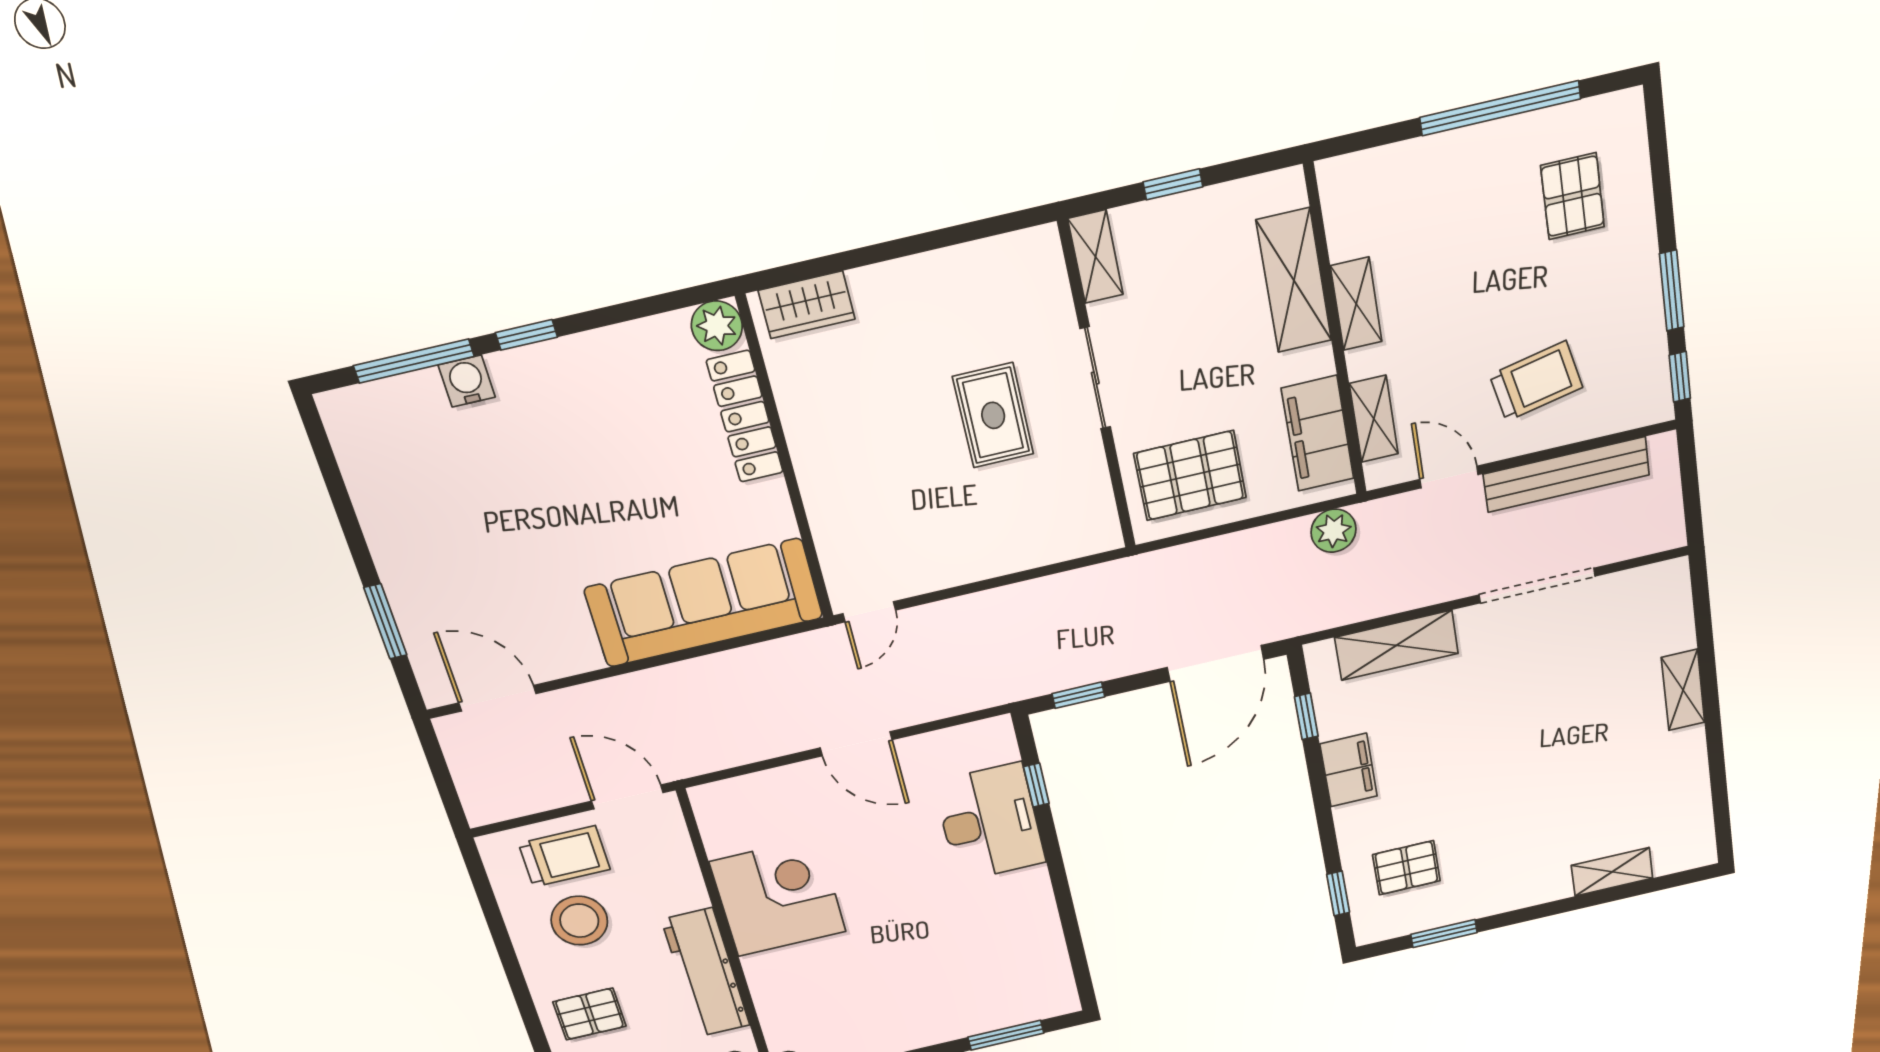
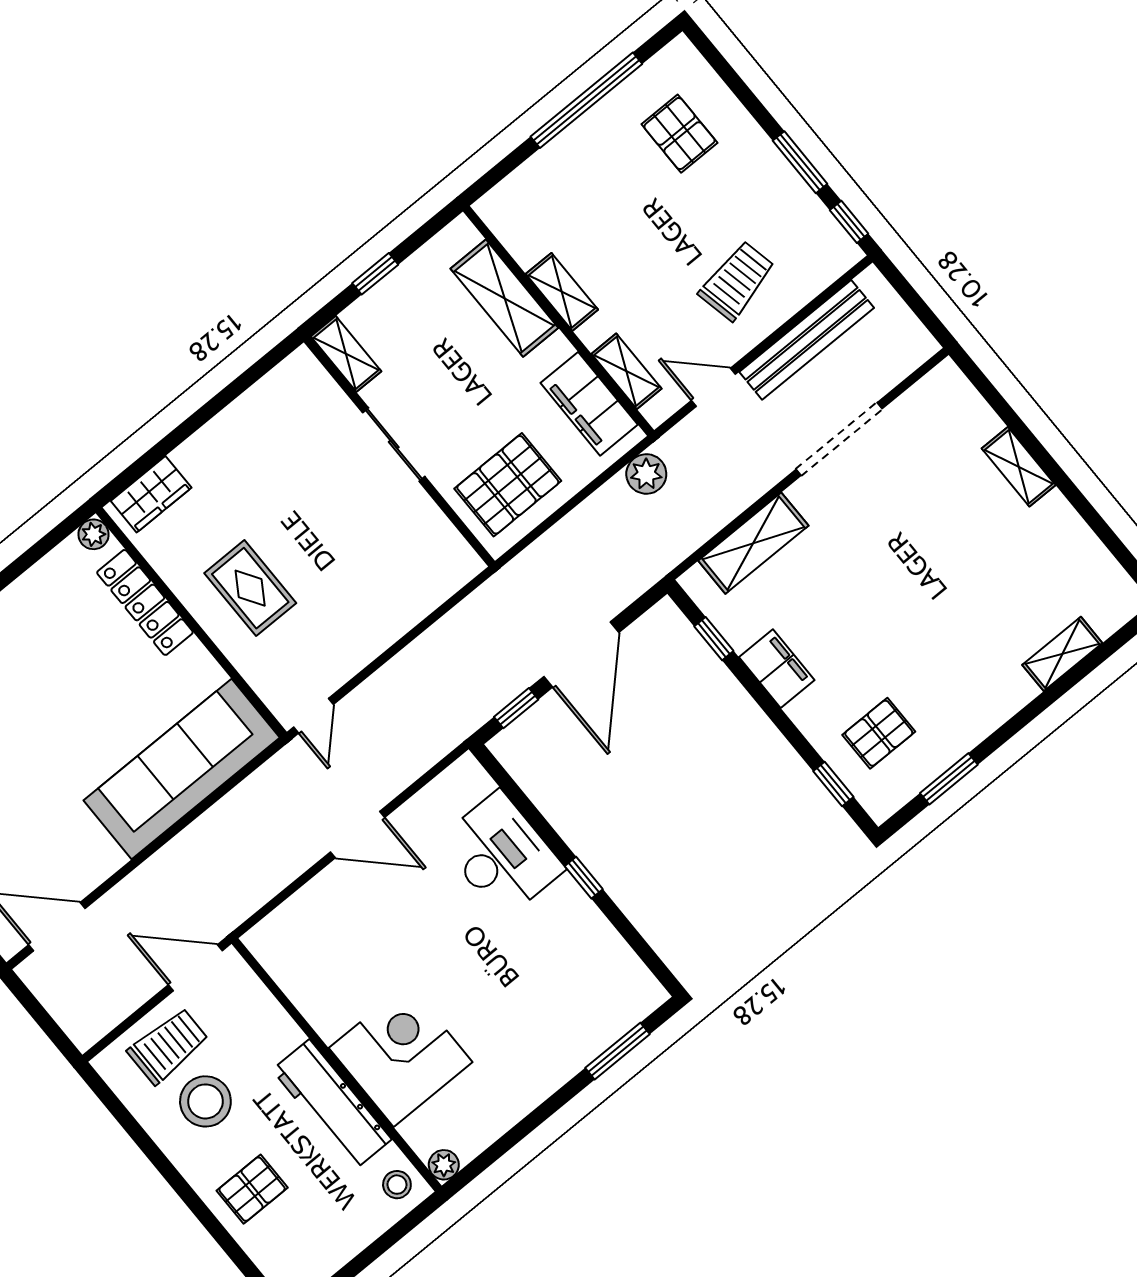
plant: (717, 326) -> (94, 534), width x0.73, depth x0.73
rug: (993, 415) -> (250, 588), moved
door: (1216, 663) -> (581, 655), moved
window: (1036, 785) -> (584, 878), moved
corner desk: (778, 897) -> (401, 1055), moved

